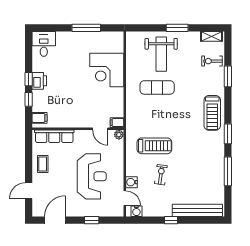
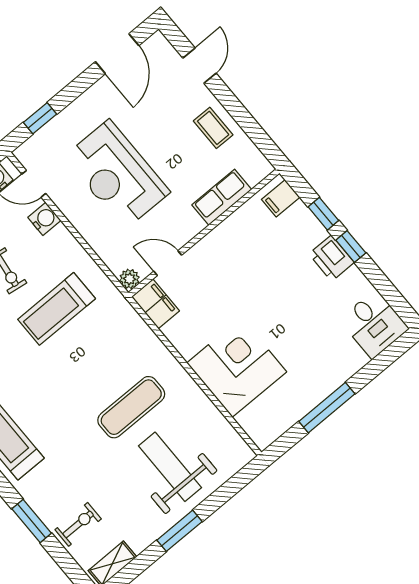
filing cabinet: (117, 123) -> (155, 304), width x2.00
row of seats: (54, 136) -> (222, 197), width x0.68
window: (92, 220) -> (40, 118), moved

